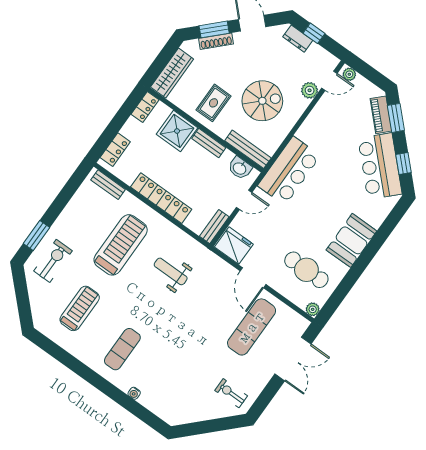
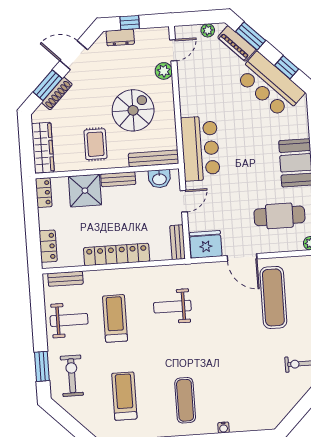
plant: (349, 74) -> (208, 30), moved
weight bench: (85, 218) -> (69, 320), added
treadmill: (121, 245) -> (115, 318), width x0.73, depth x0.73

